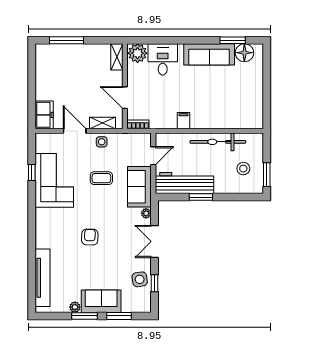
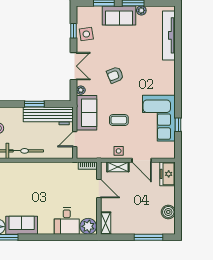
sofa: (209, 54) -> (22, 225), width x0.73
boiler: (43, 70) -> (168, 212), added
filing cabinet: (184, 121) -> (49, 169), removed
armchair: (90, 237) -> (115, 75), moved, turned 66

